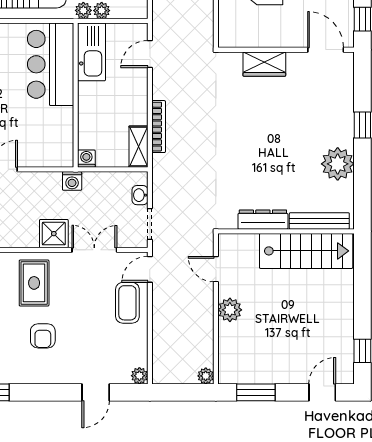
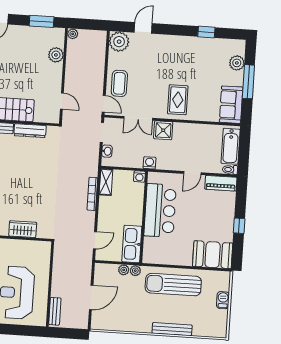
bar counter: (51, 64) -> (160, 210), moved
door: (150, 269) -> (104, 104), hinge flipped
plant: (230, 310) -> (56, 55), moved
armchair: (43, 336) -> (174, 66), removed
plant: (139, 376) -> (119, 42), width x1.88, depth x1.88

